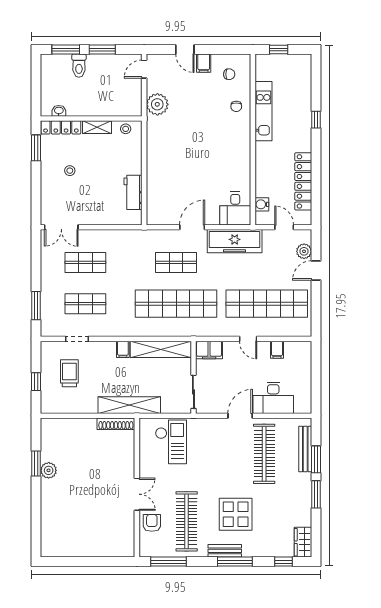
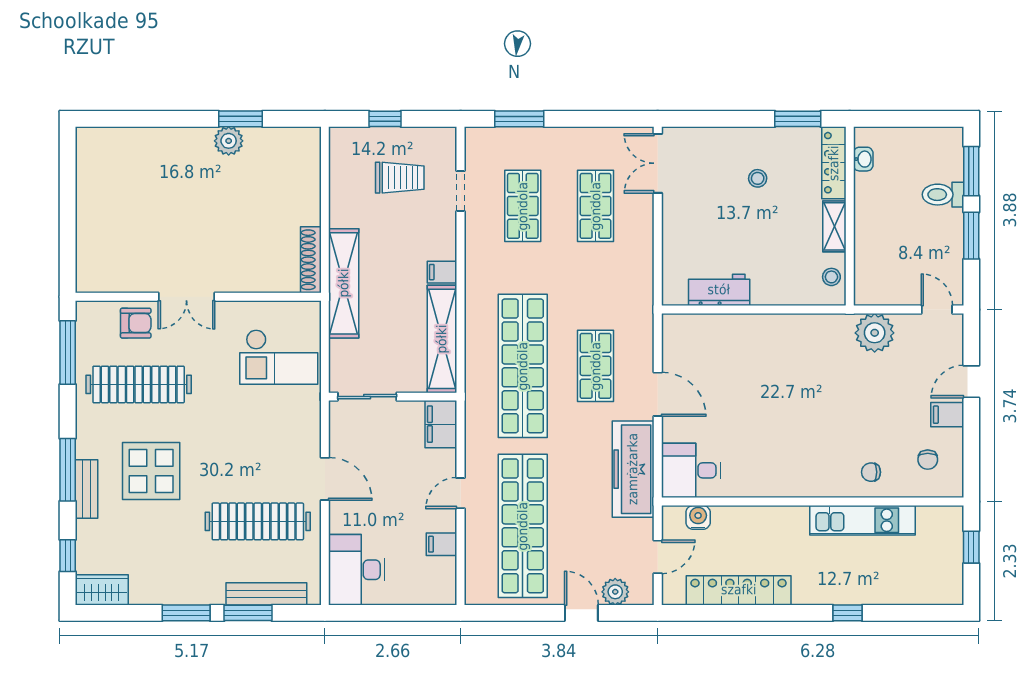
desk: (273, 398) -> (357, 570), moved
bench: (225, 551) -> (87, 489), moved

